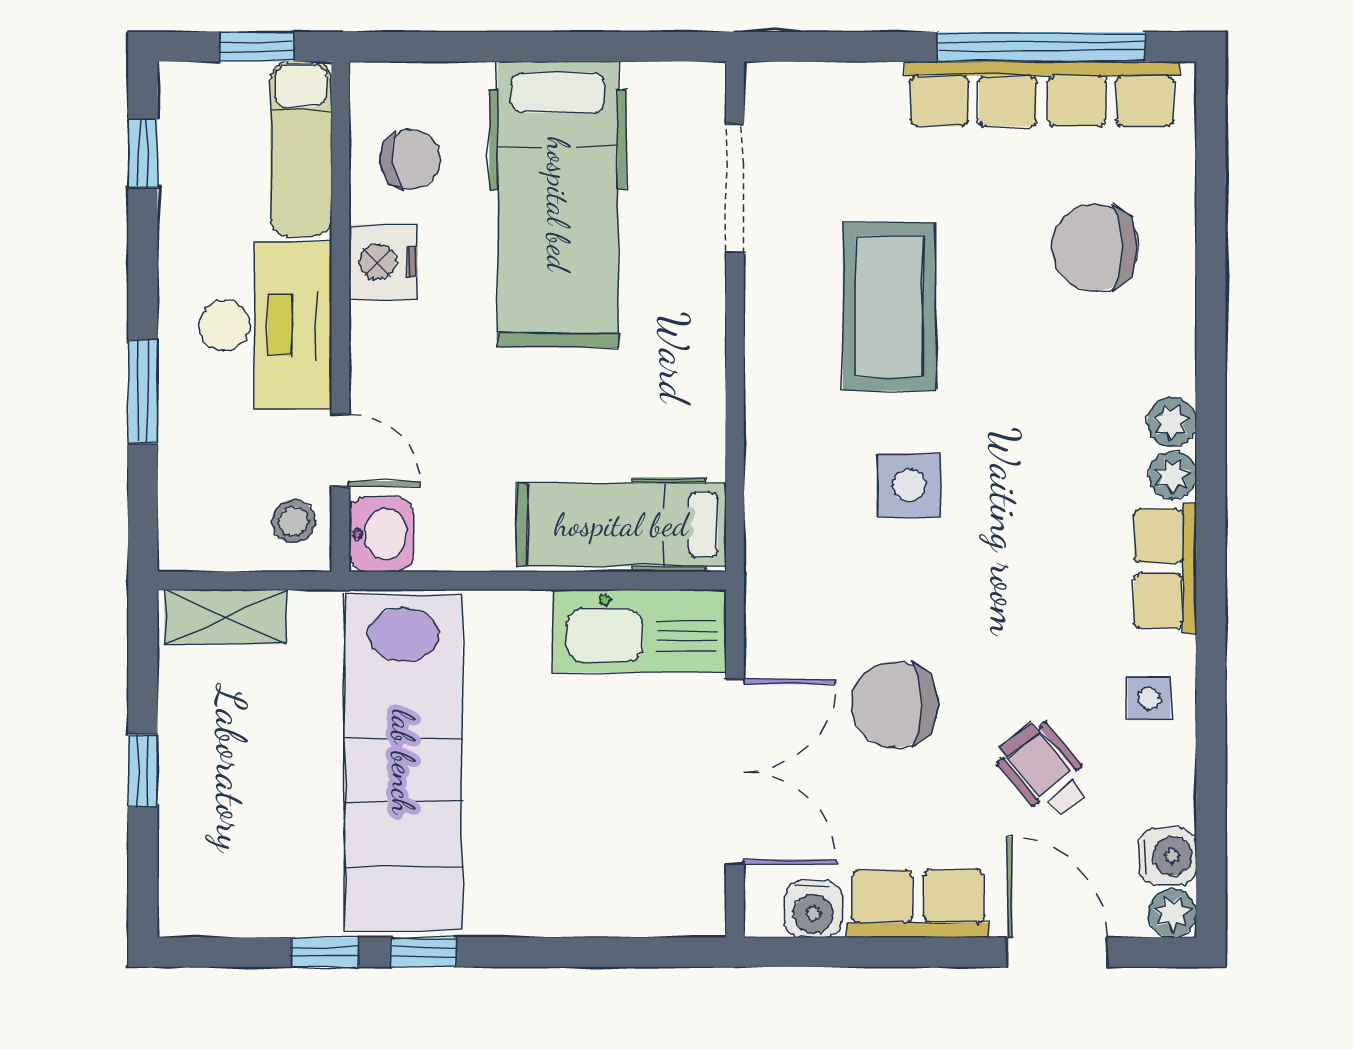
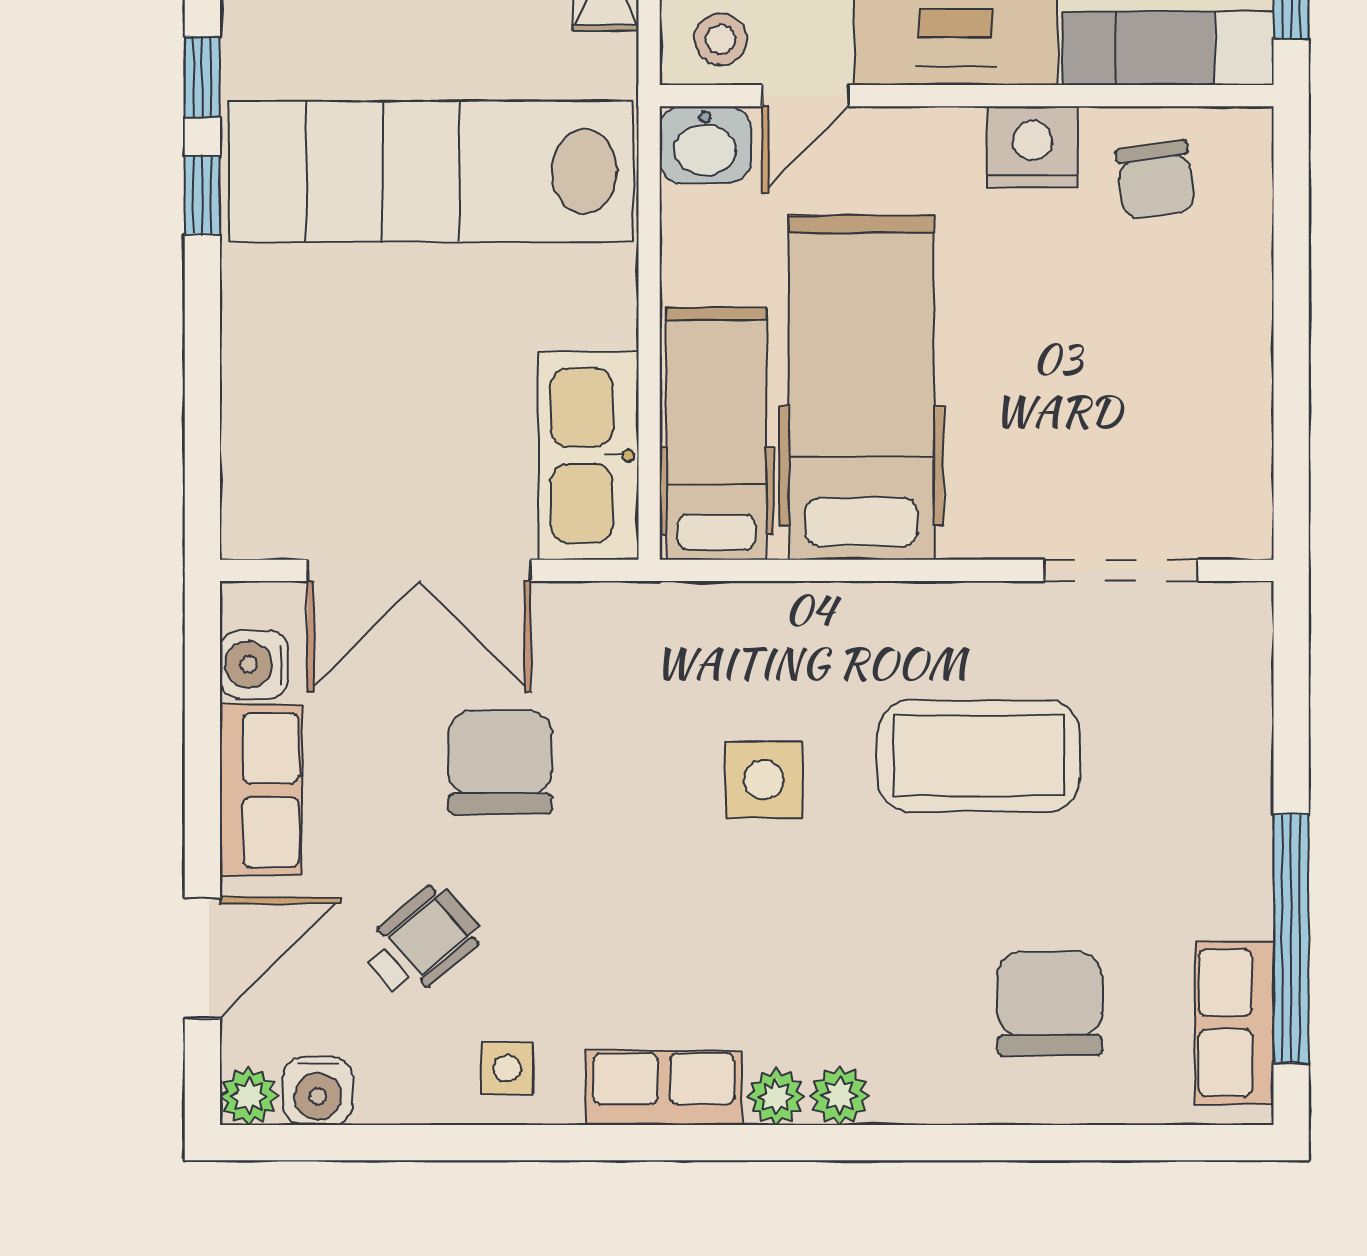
row of seats: (1042, 94) -> (1235, 1023), width x0.50
hospital bed: (558, 204) -> (861, 388), moved, turned 90

